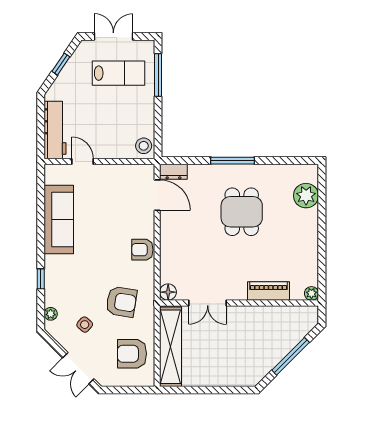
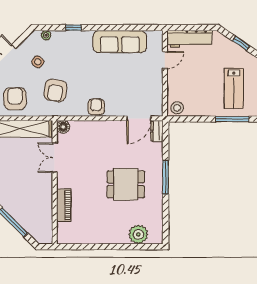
plant: (311, 293) -> (62, 239), removed

